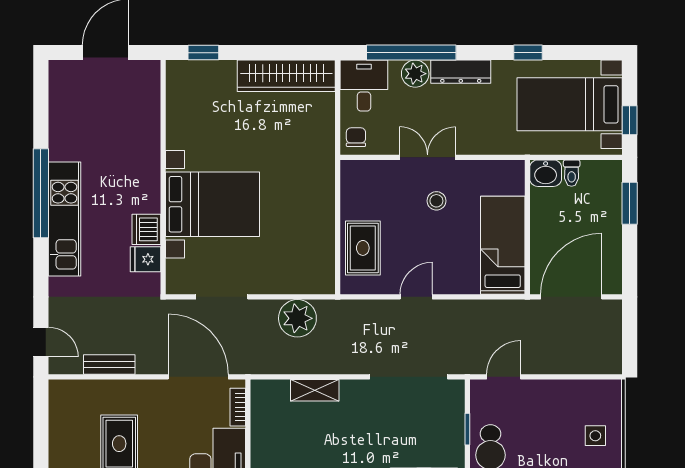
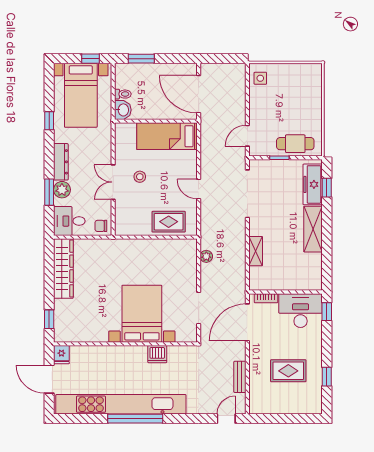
window: (411, 53) -> (49, 192), width x0.47
kitchen unit: (64, 219) -> (121, 404), width x1.86
fridge: (145, 259) -> (61, 355), moved
plant: (297, 318) -> (206, 256), width x0.53, depth x0.53
door: (504, 377) -> (247, 136), hinge flipped
side table: (595, 436) -> (260, 78), moved

